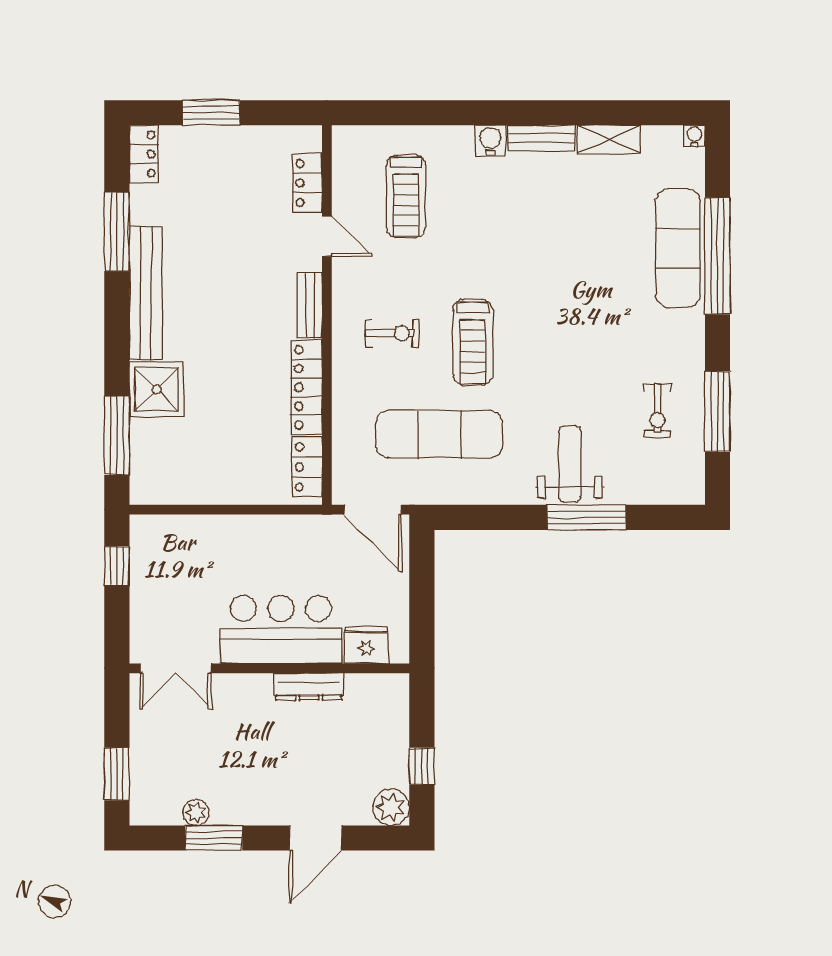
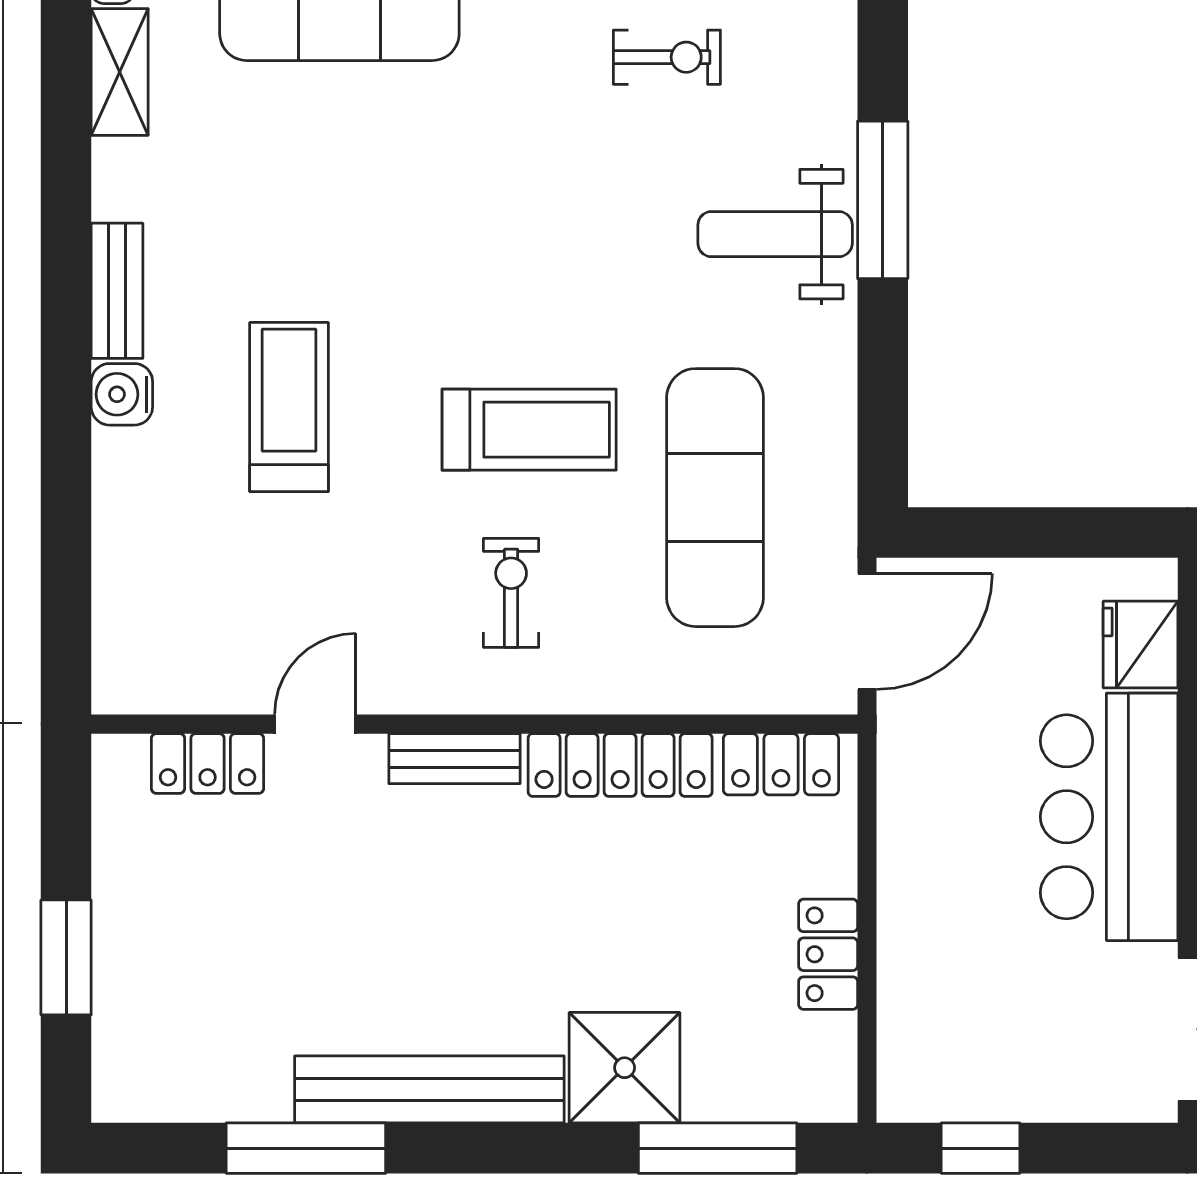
shelving: (609, 139) -> (120, 72), moved
locker: (144, 154) -> (828, 954), moved, turned -90
treadmill: (406, 196) -> (289, 407), moved, turned -90

